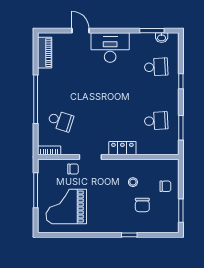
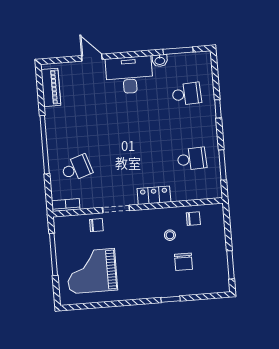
washbasin: (162, 38) -> (160, 61), moved
school desk: (60, 121) -> (77, 168), turned -36
chair: (165, 186) -> (193, 219), moved

